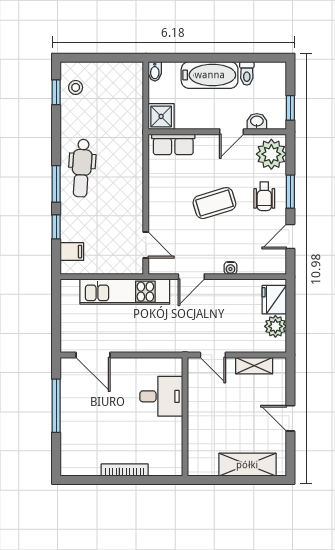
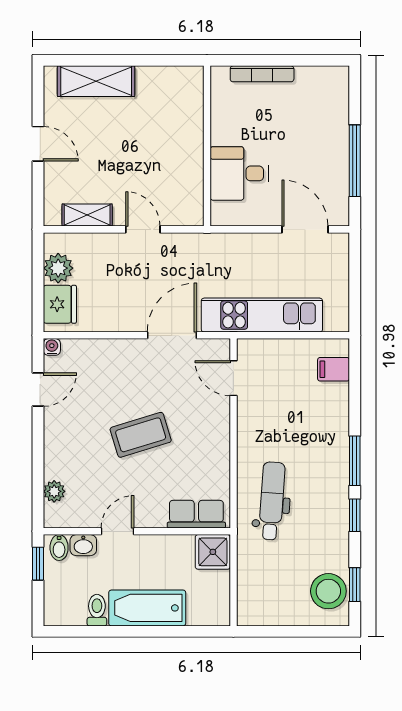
bidet: (155, 71) -> (59, 548), moved, turned 180
stool: (76, 87) -> (328, 591), width x1.89, depth x1.89
plant: (271, 154) -> (54, 491), width x0.53, depth x0.53
dental chair: (82, 168) -> (272, 501), moved
window: (290, 192) -> (38, 450), removed
wheelchair: (264, 196) -> (73, 444), removed
window: (56, 227) -> (355, 515), moved
water cooler: (230, 268) -> (52, 347), moved
door: (191, 277) -> (172, 335), width x1.38
desk: (161, 396) -> (239, 173), moved
wall: (185, 417) -> (207, 146), moved

